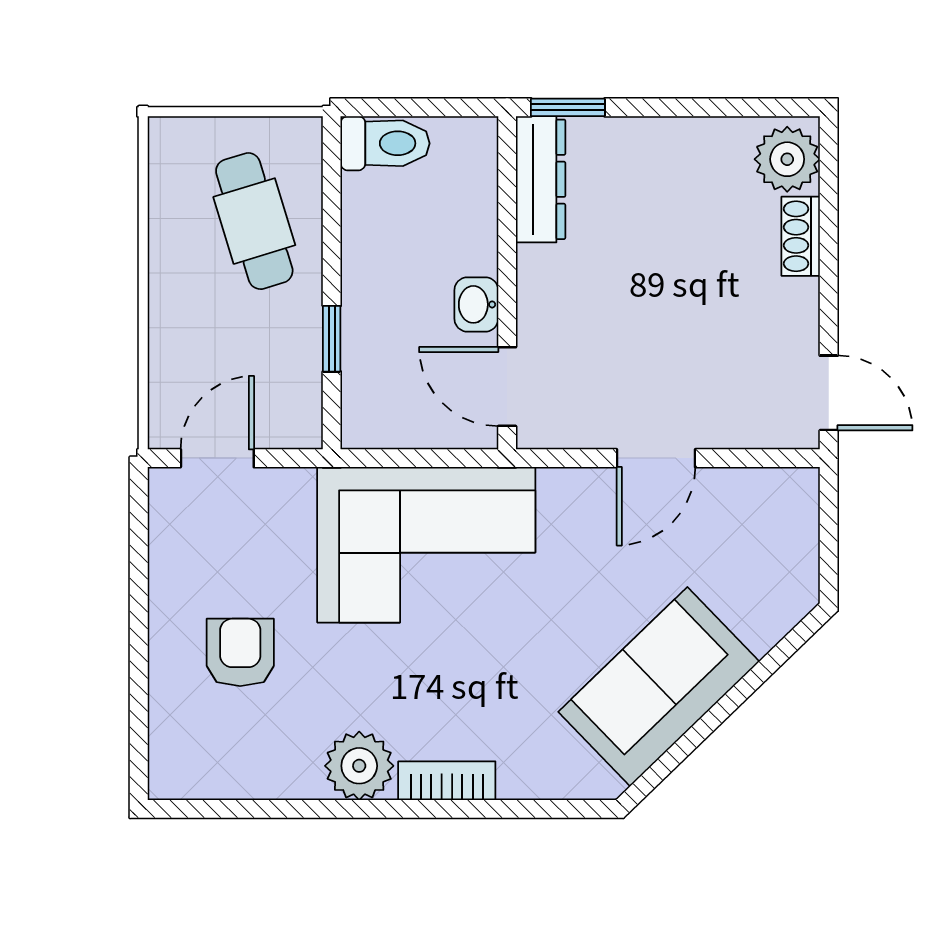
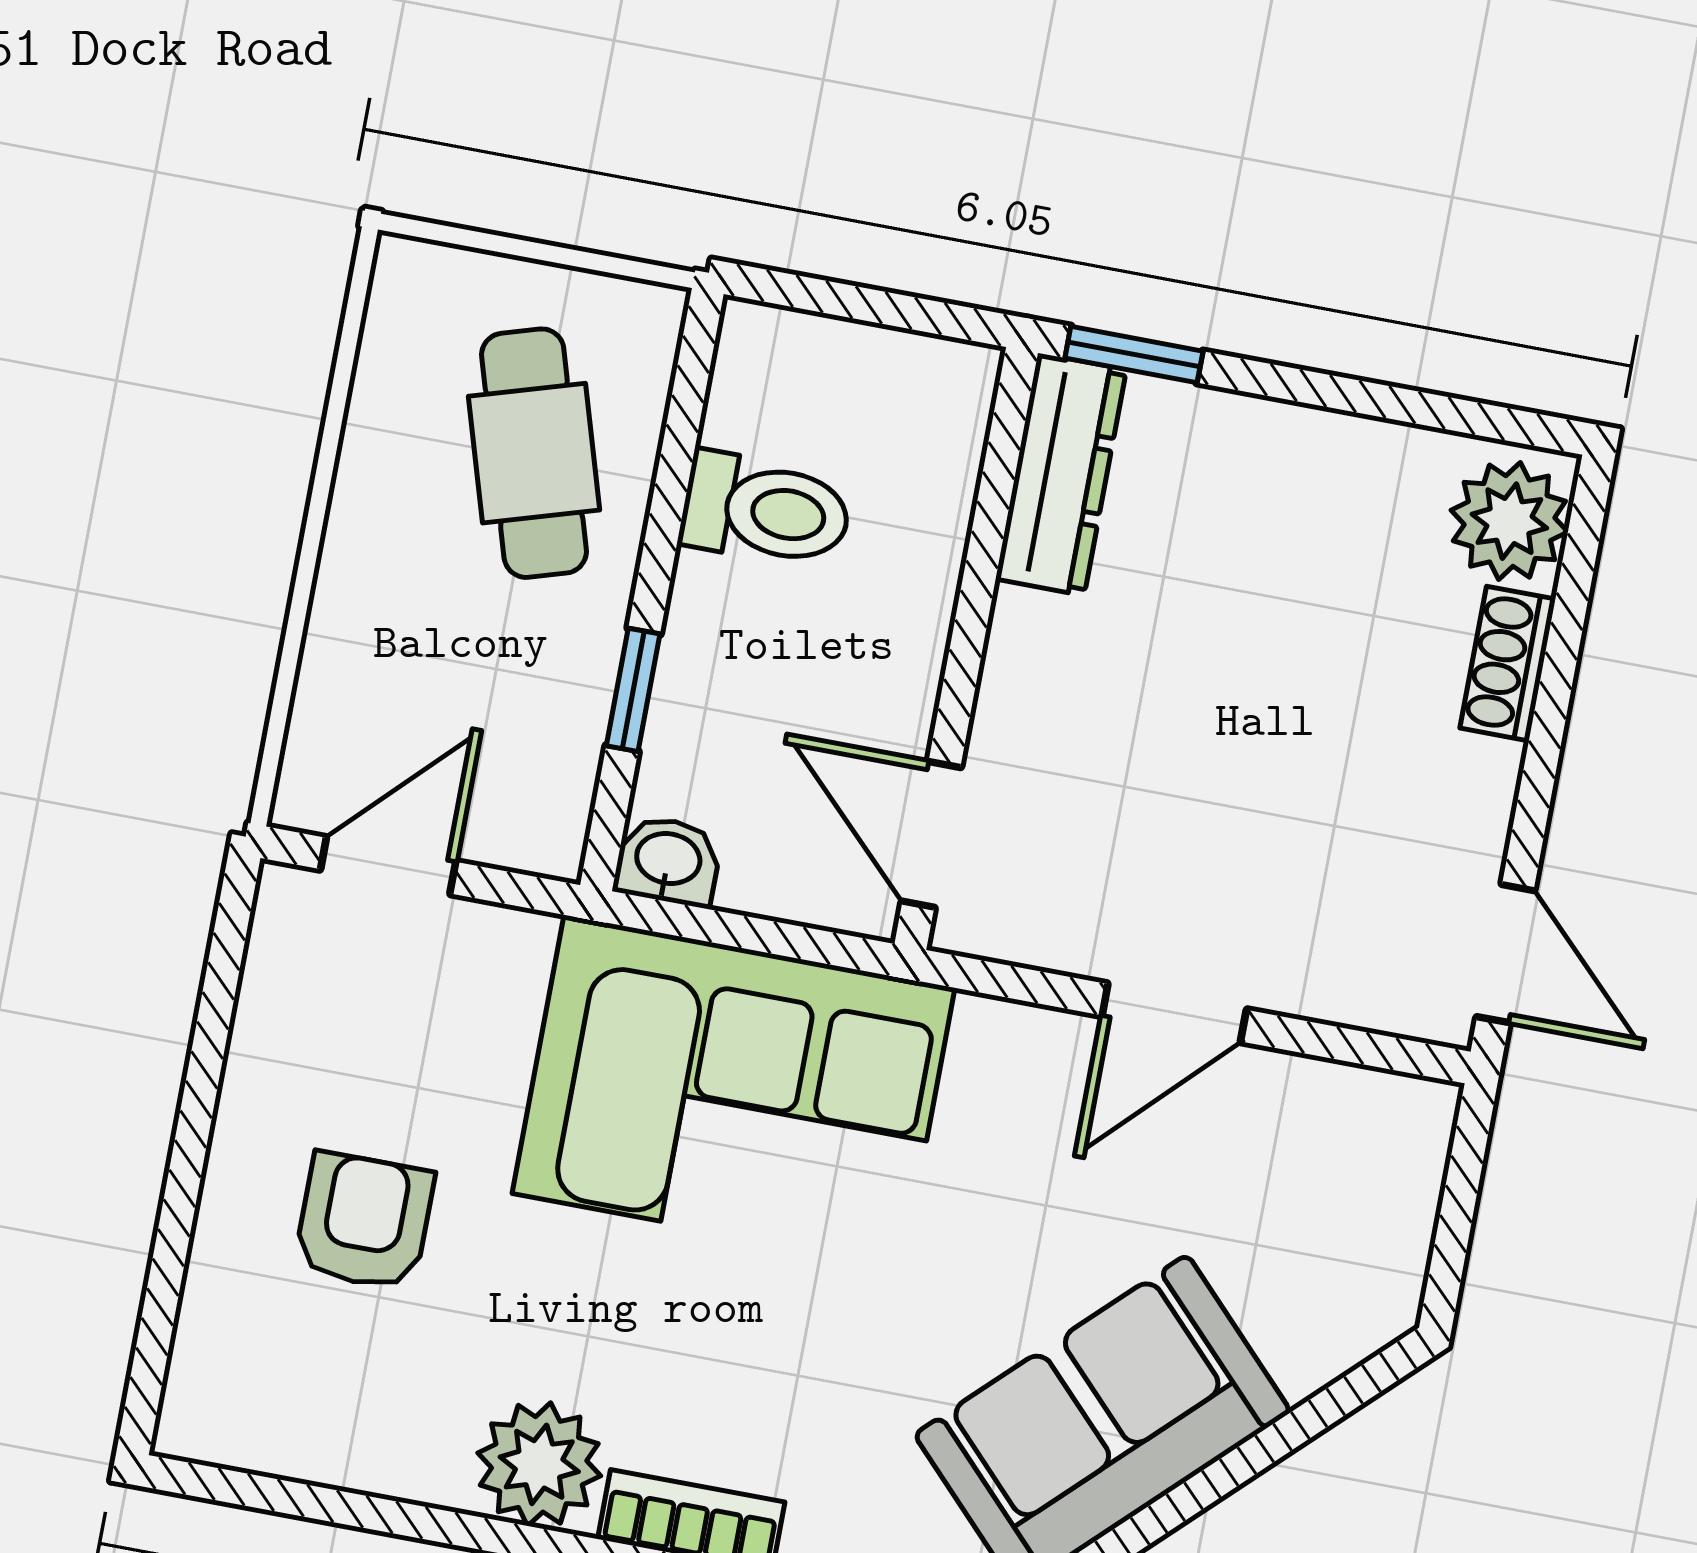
toilet: (385, 143) -> (766, 510), moved
washbasin: (476, 304) -> (668, 861), moved, turned 90

